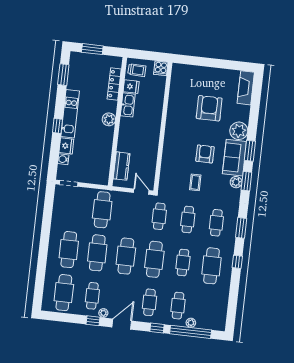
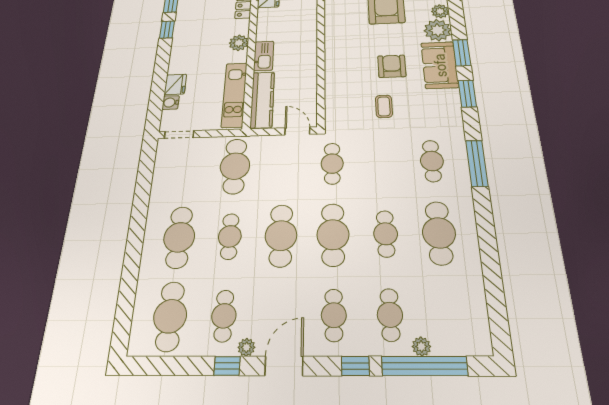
kitchen sink: (128, 105) -> (264, 56), moved
kitchen unit: (70, 114) -> (234, 95), moved, turned 180
window: (57, 126) -> (167, 30), moved
kitchen counter: (121, 166) -> (262, 100), width x1.50
plant: (236, 182) -> (440, 11), moved
cafe table: (188, 220) -> (382, 162), removed
window: (241, 228) -> (477, 163), width x1.44
cafe table: (97, 253) -> (230, 236), width x0.73, depth x0.74
window: (237, 262) -> (485, 220), removed

